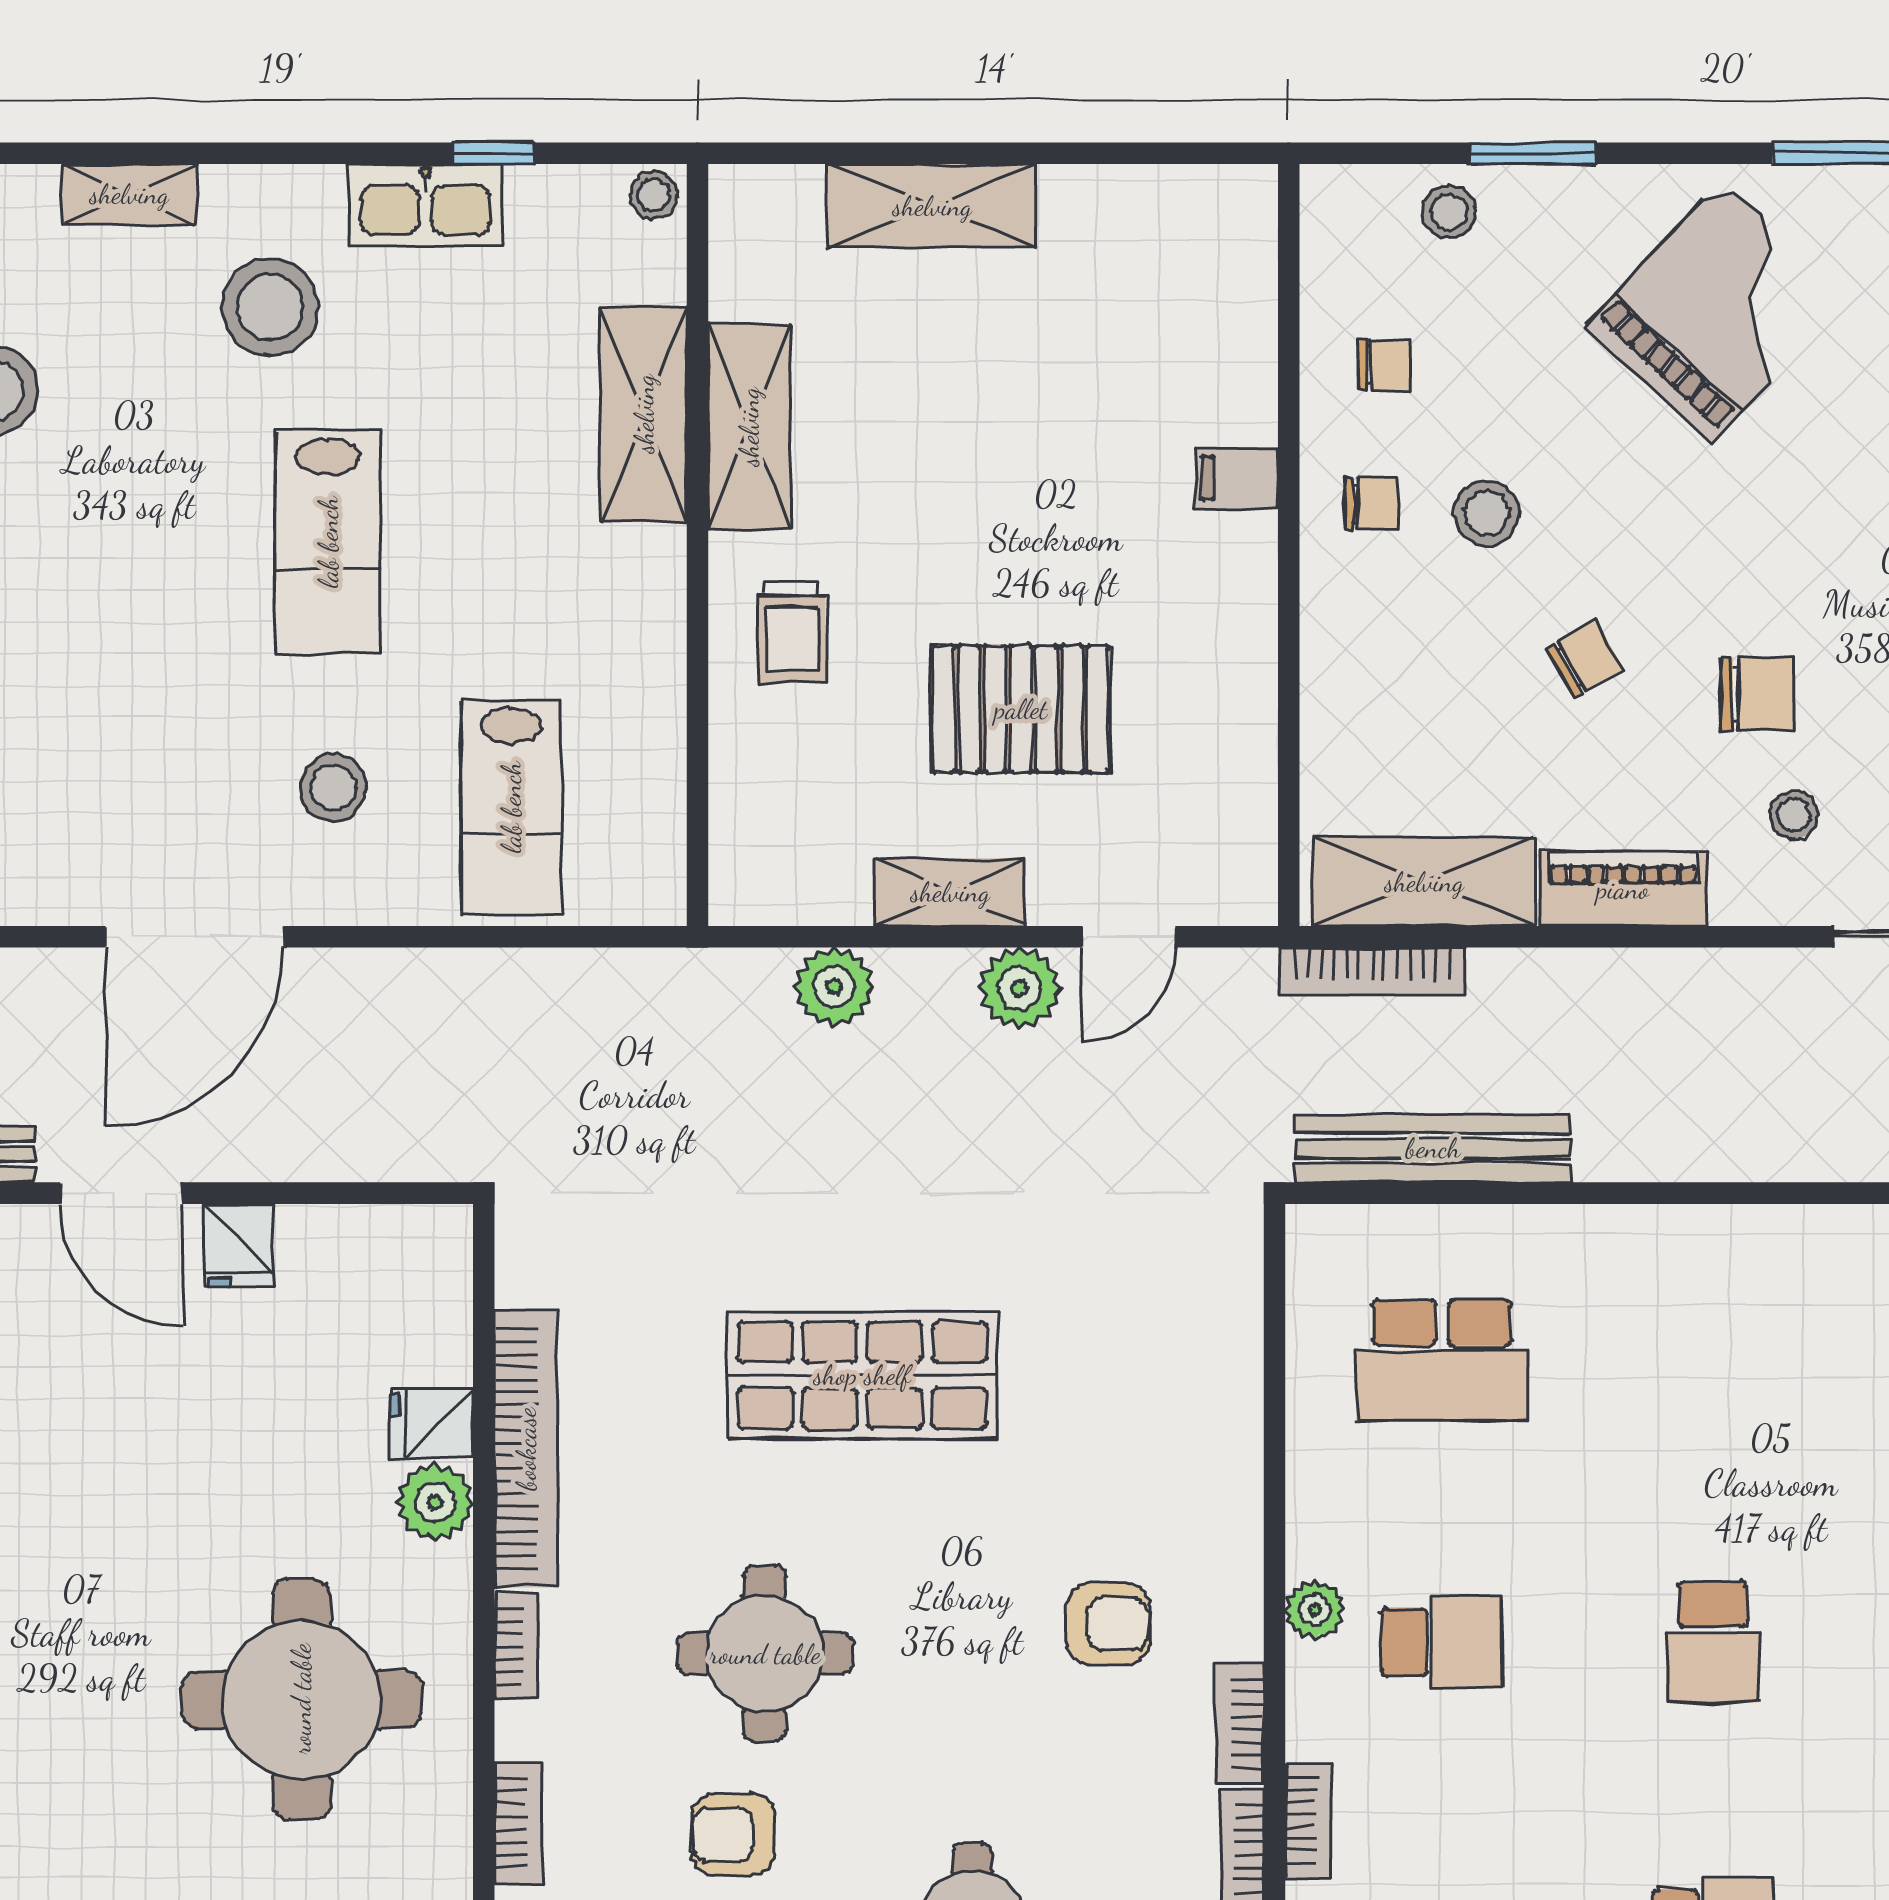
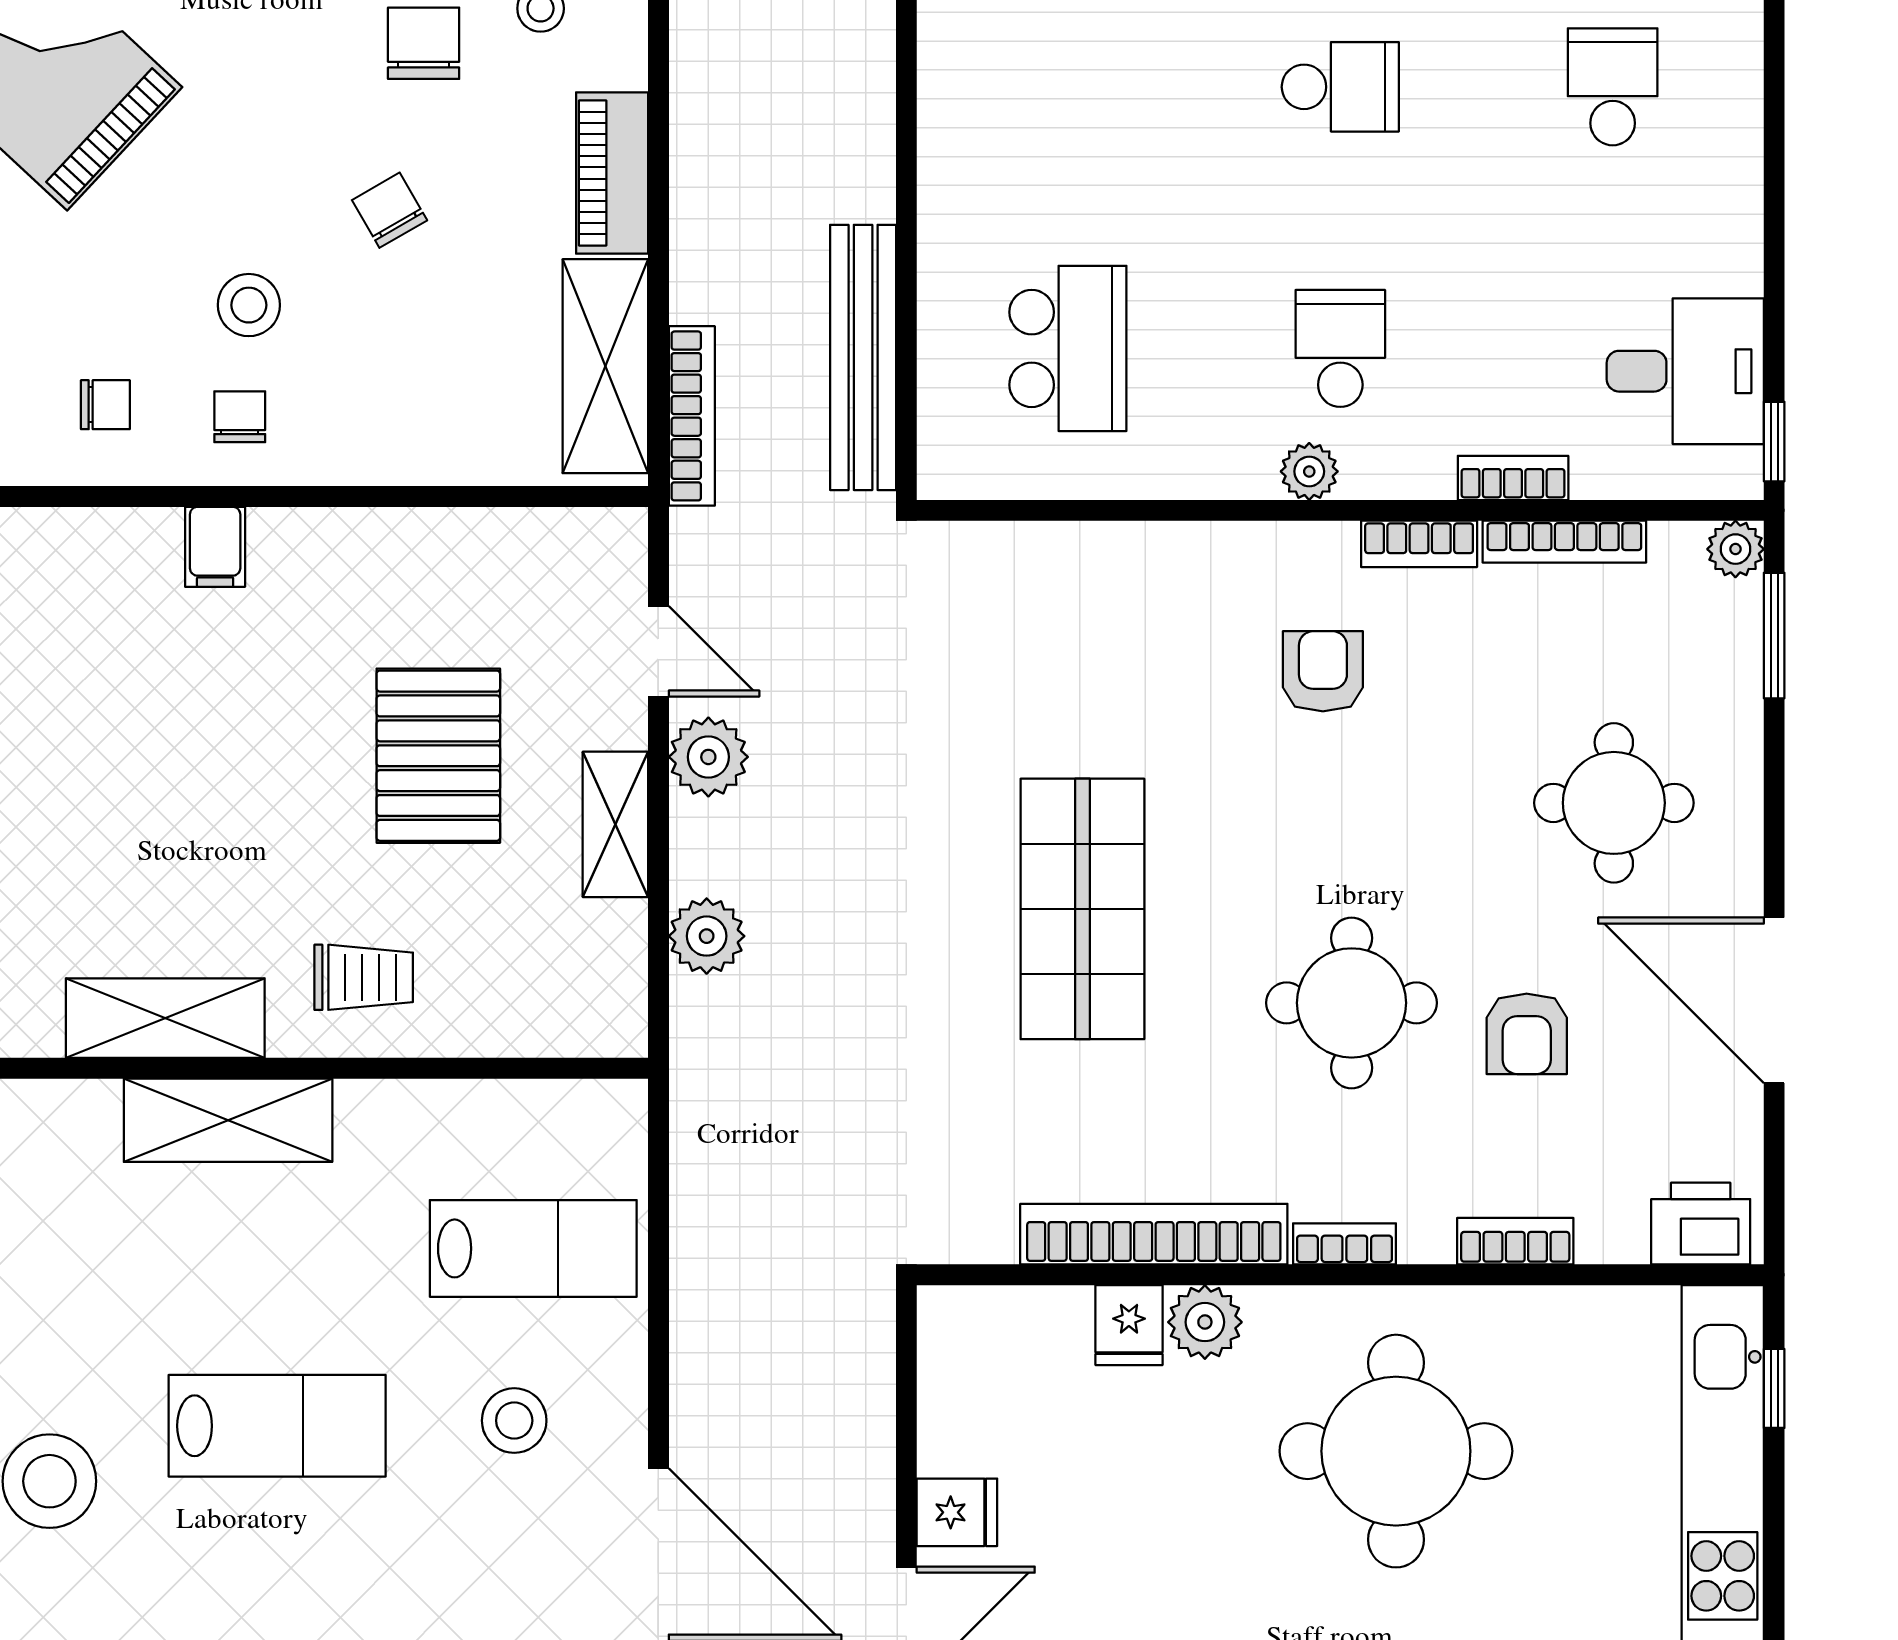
chair: (1384, 365) -> (105, 405), turned 90
shelving: (644, 414) -> (228, 1120), moved

